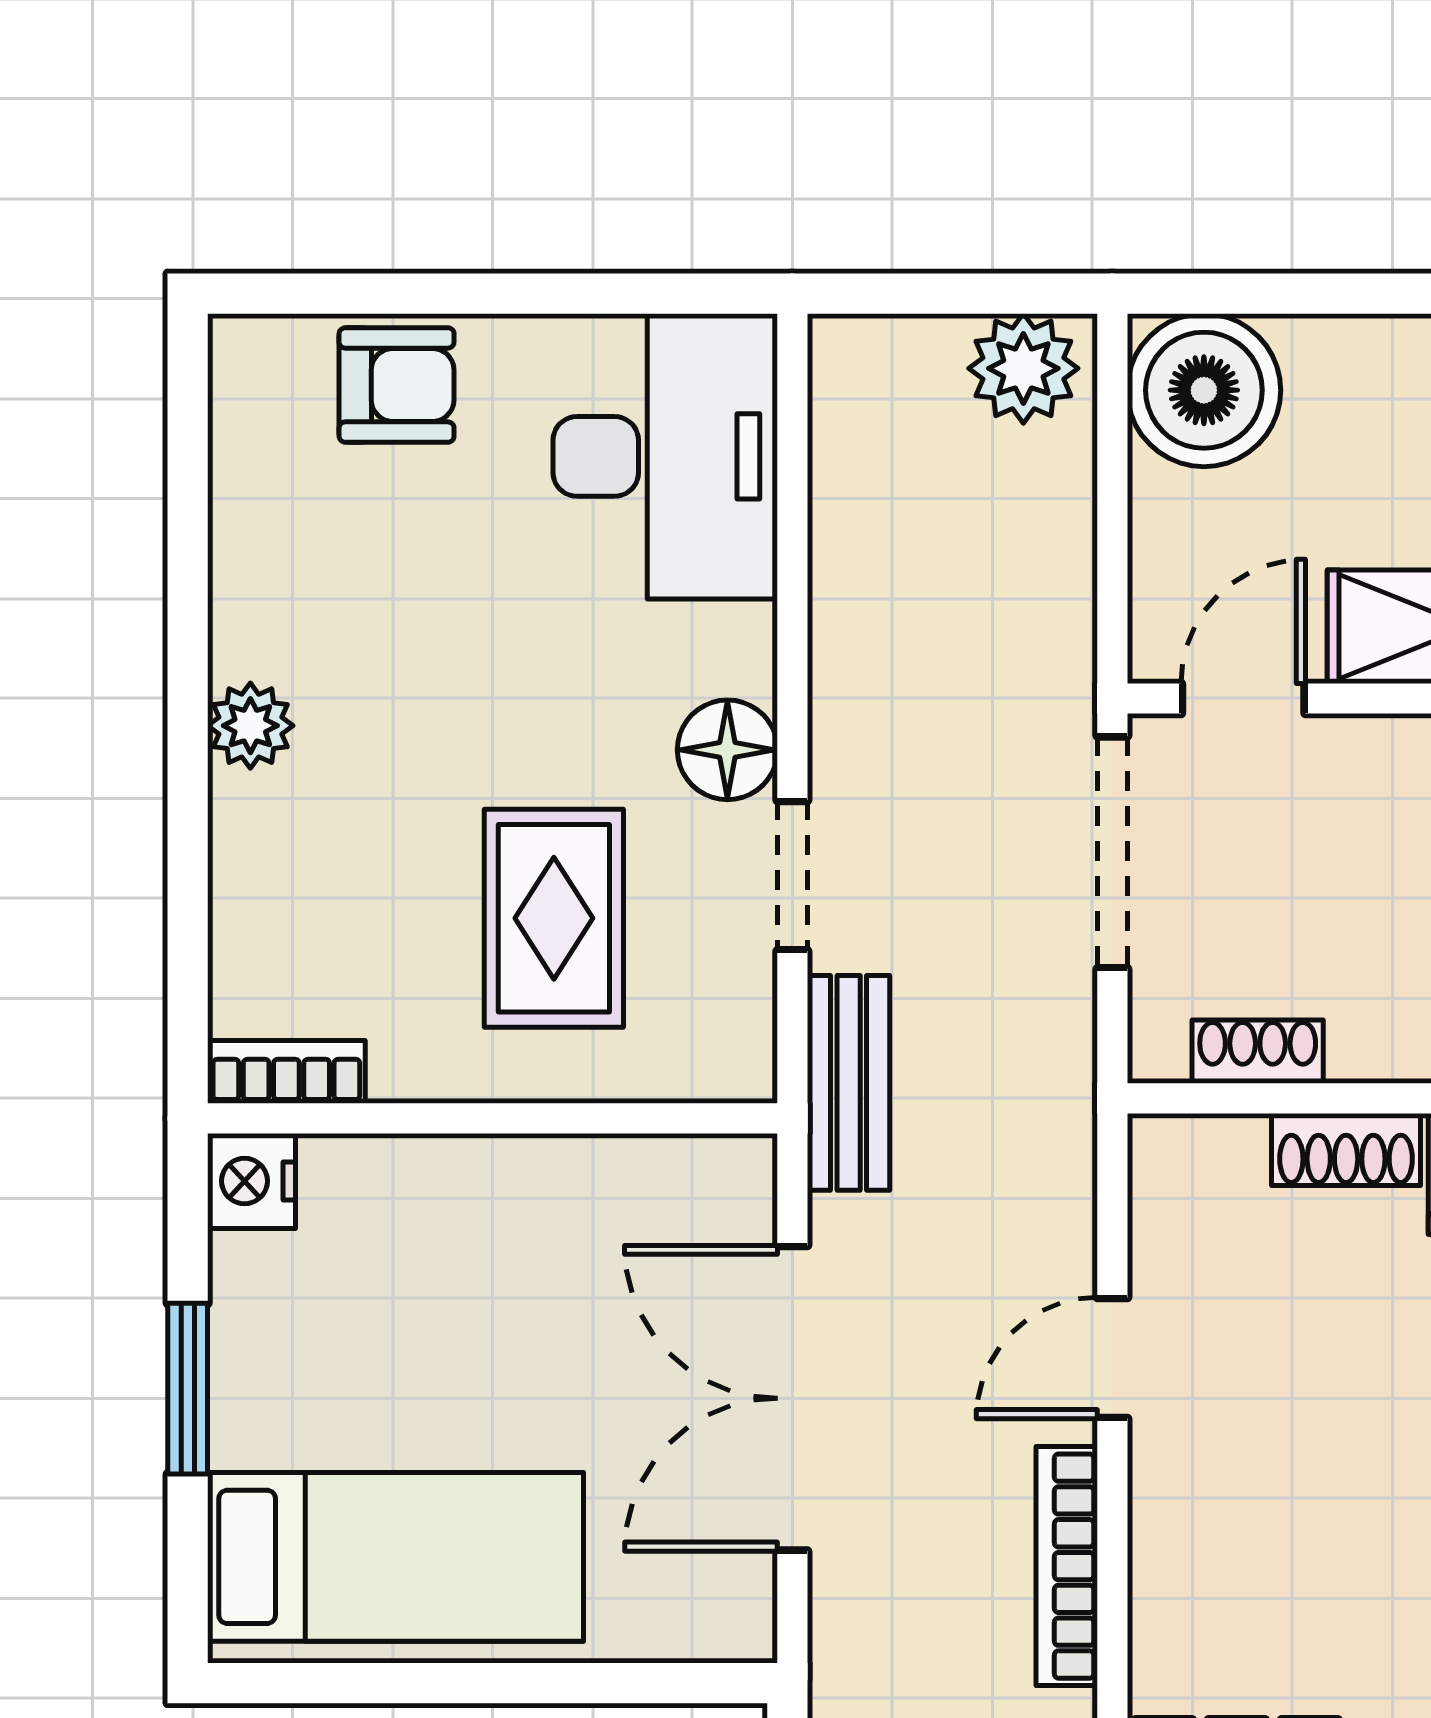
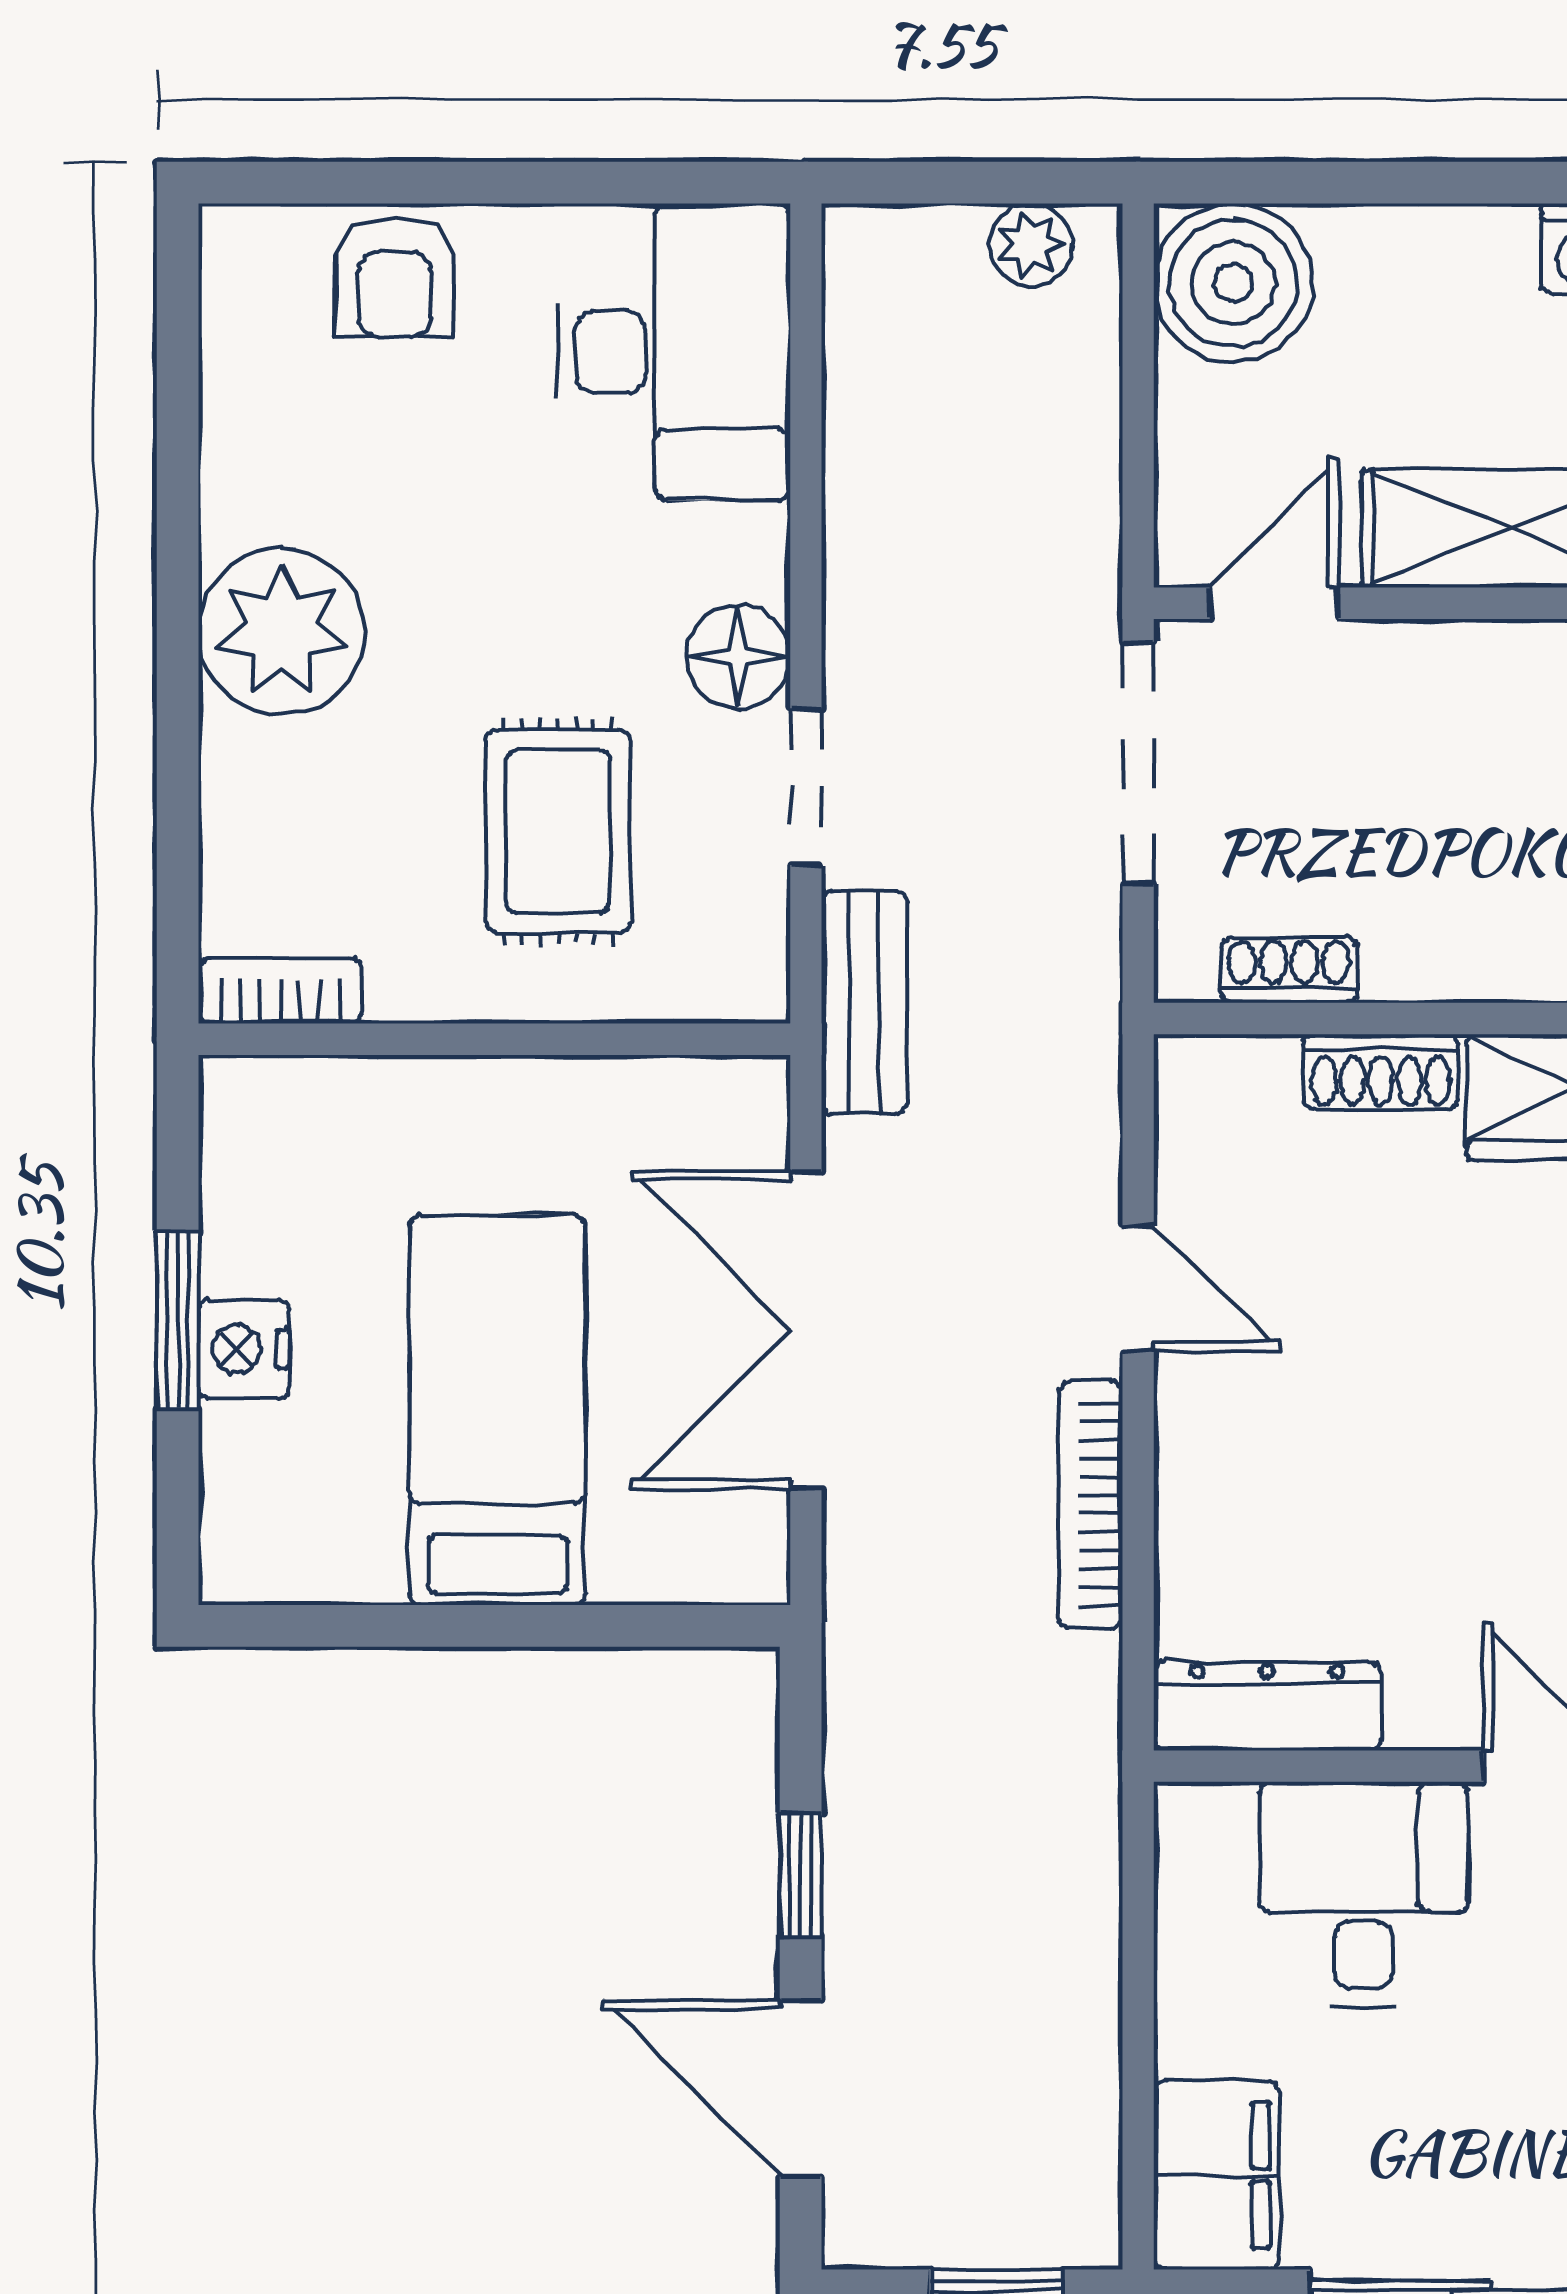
plant: (1023, 368) -> (1030, 245), width x0.73, depth x0.73
armchair: (397, 385) -> (395, 278), turned 90
plant: (250, 726) -> (282, 631), width x1.87, depth x1.87
nightstand: (252, 1181) -> (244, 1349), moved
door: (1112, 1358) -> (1138, 1288), swing flipped
bed: (396, 1557) -> (497, 1410), moved, turned -90

